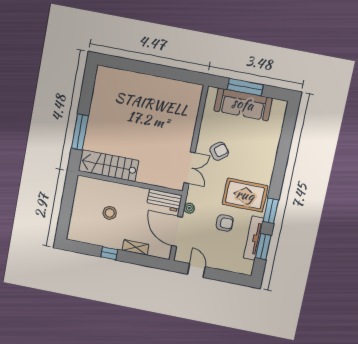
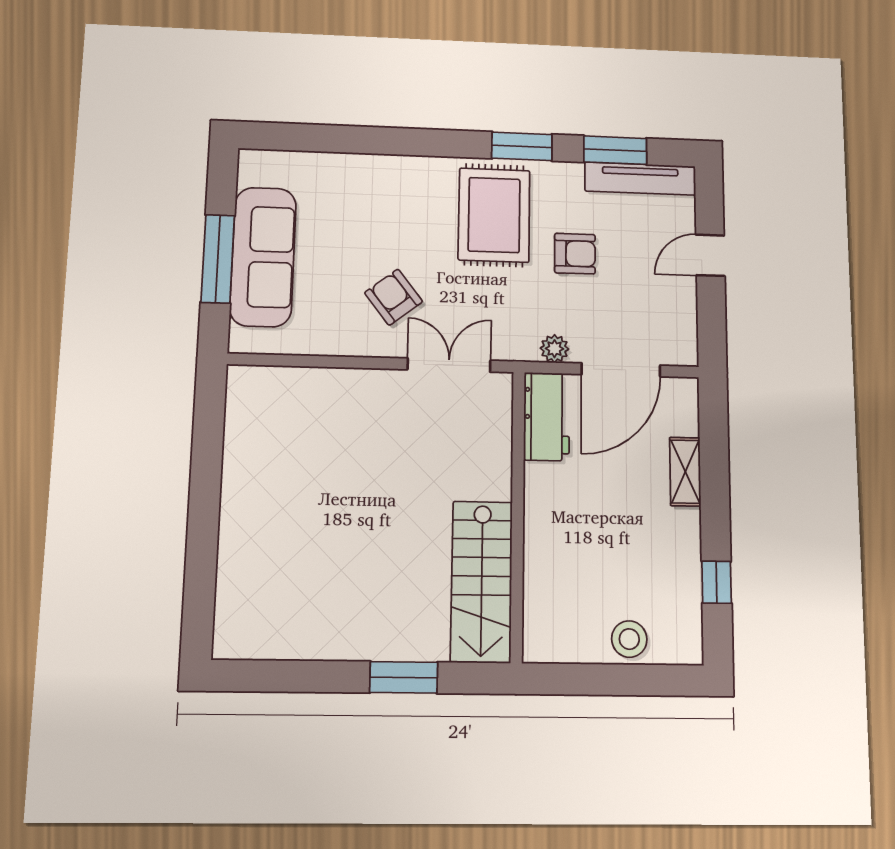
window: (80, 132) -> (404, 677), width x0.69
stool: (110, 213) -> (629, 639), moved
armchair: (225, 223) -> (575, 254), turned 90
tv unit: (253, 238) -> (640, 179), moved
window: (109, 253) -> (717, 582), moved
door: (196, 270) -> (710, 255), moved

